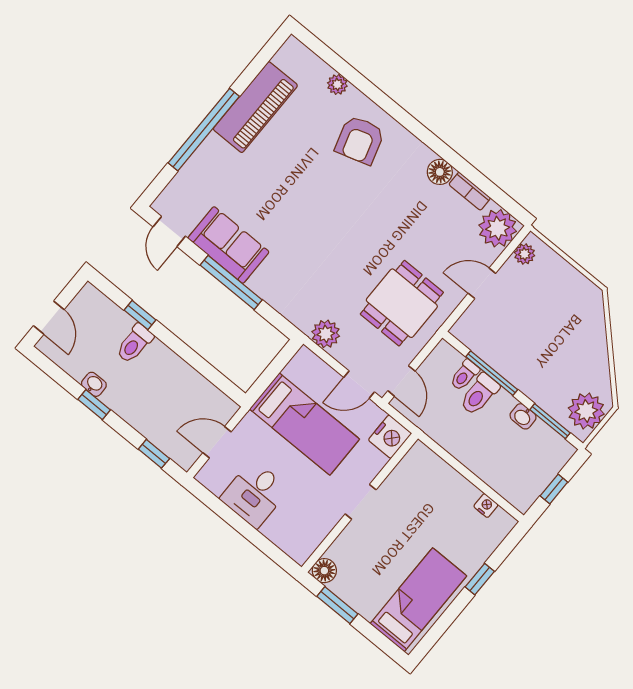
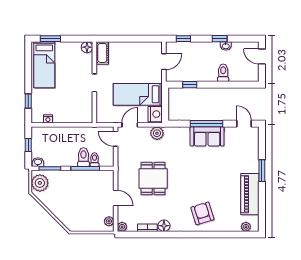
plant: (337, 84) -> (246, 227), moved
window: (204, 130) -> (262, 171), width x0.47
plant: (498, 228) -> (122, 227), width x0.53, depth x0.53
sofa: (228, 245) -> (207, 136), moved
door: (482, 283) -> (116, 198), hinge flipped
dining table: (402, 303) -> (153, 179), moved
window: (140, 315) -> (190, 85), moved
washbasin: (523, 416) -> (38, 162), moved
nightstand: (390, 437) -> (155, 114), moved, turned 180
desk: (255, 494) -> (135, 54), removed
cot: (307, 540) -> (102, 53), added
window: (480, 579) -> (28, 101), moved
window: (337, 605) -> (50, 39), moved

